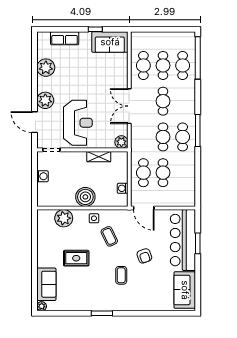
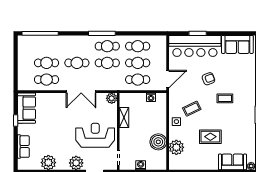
cafe table: (183, 65) -> (138, 46), moved
boiler: (85, 197) -> (158, 142), moved
rug: (76, 258) -> (210, 137), turned 90

